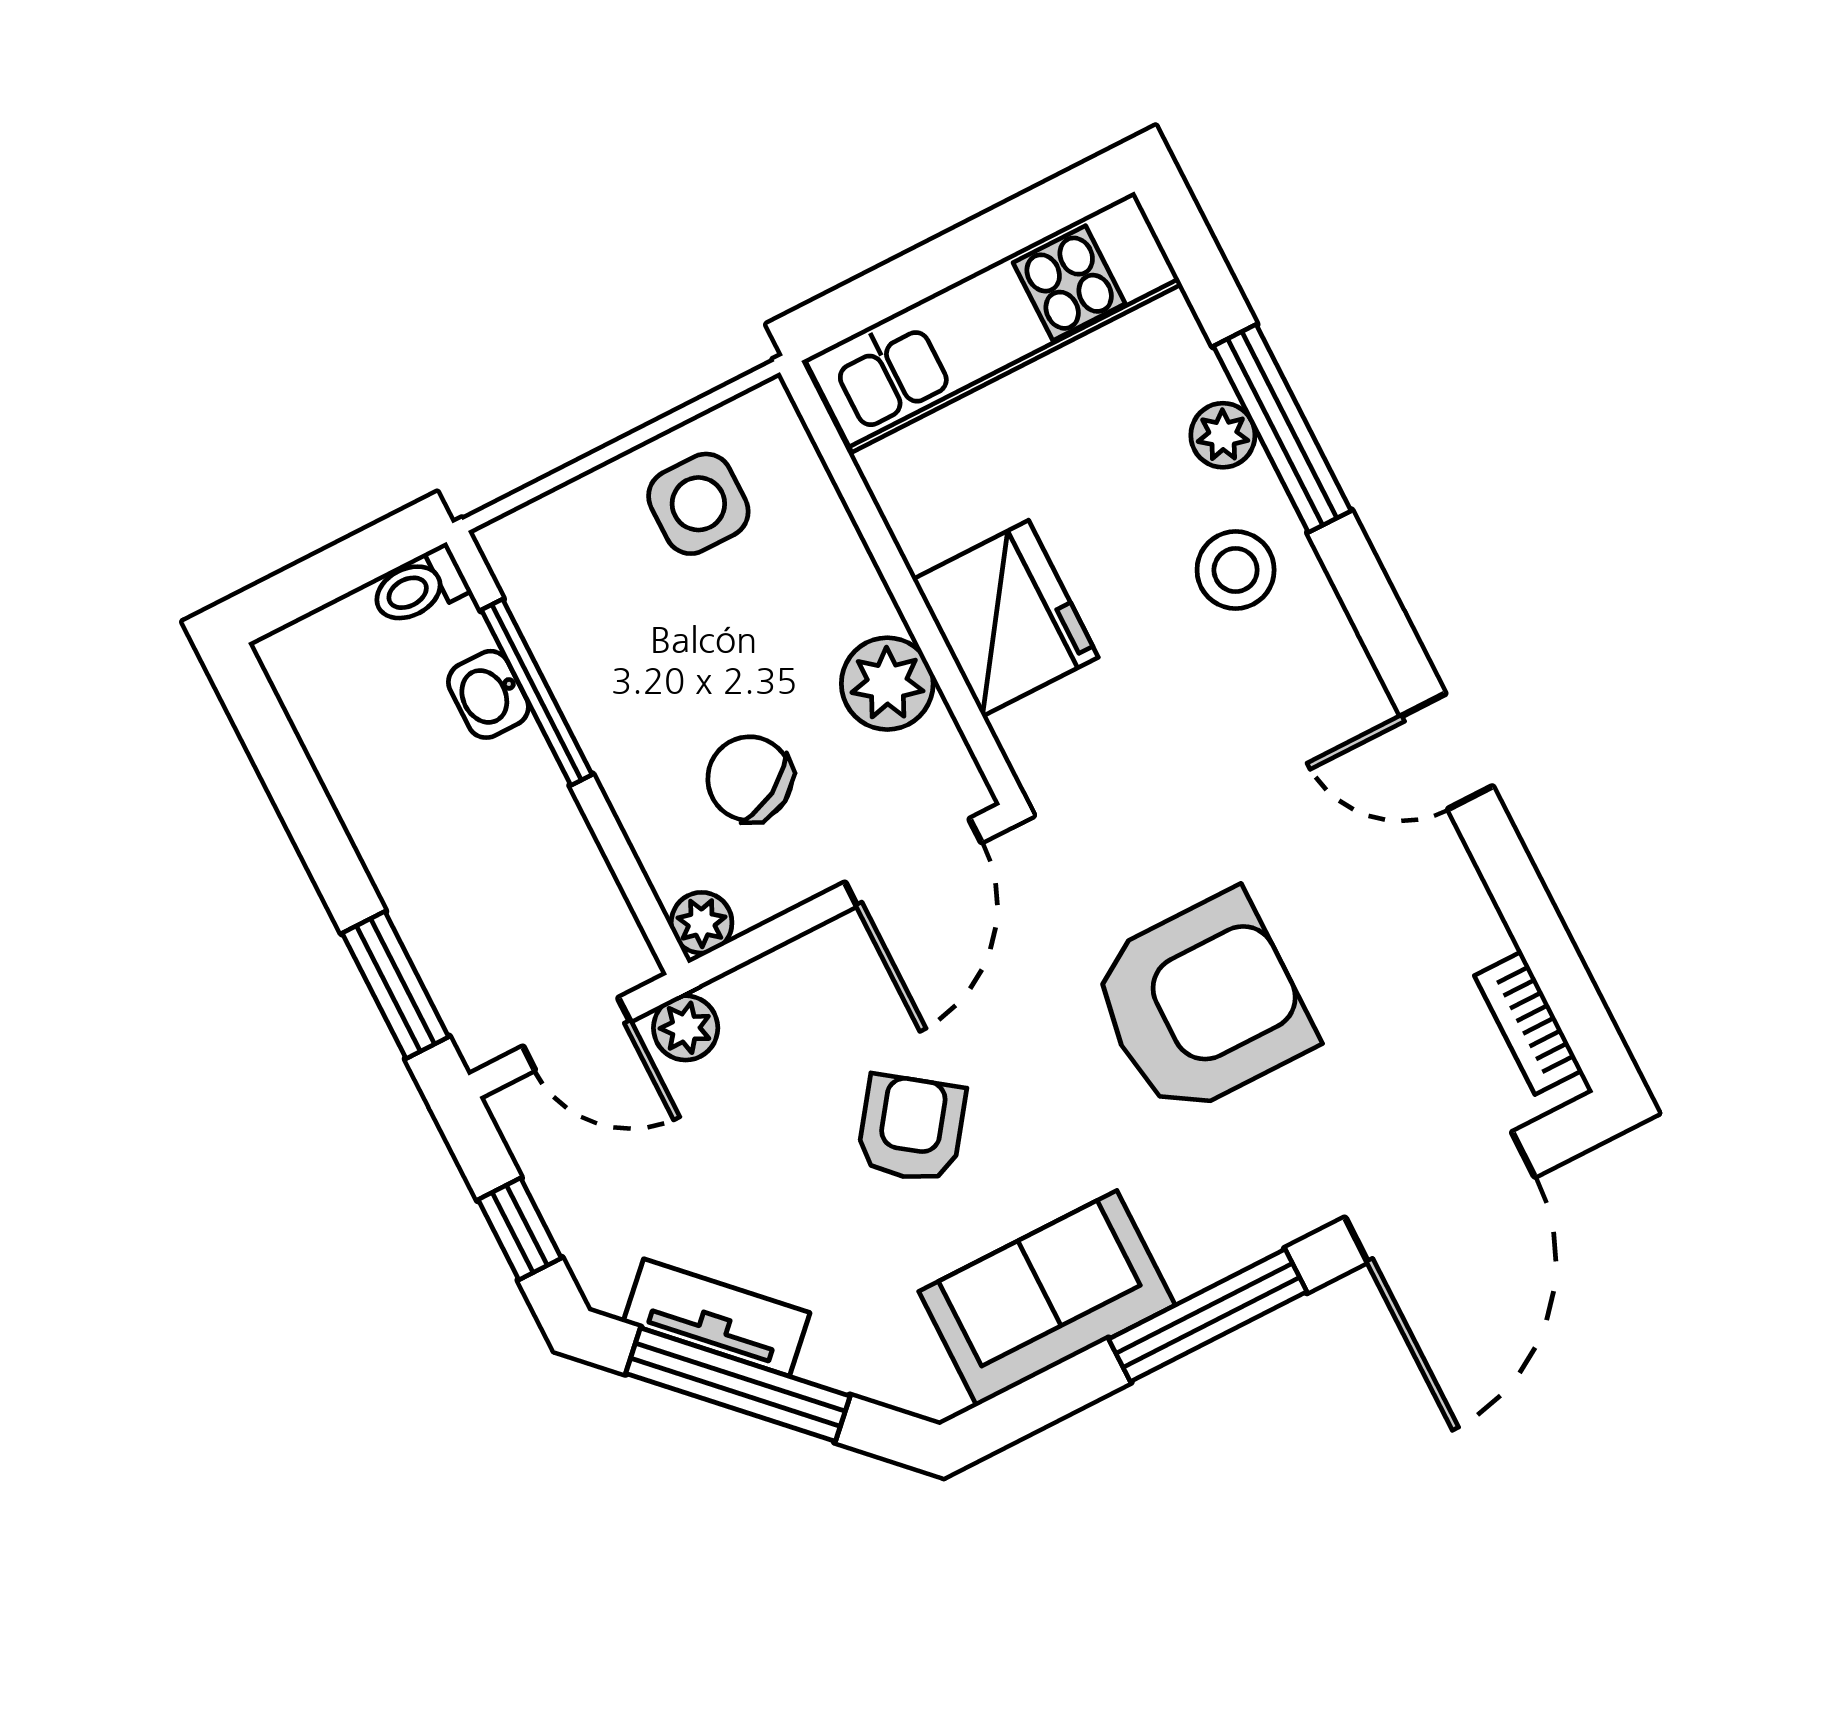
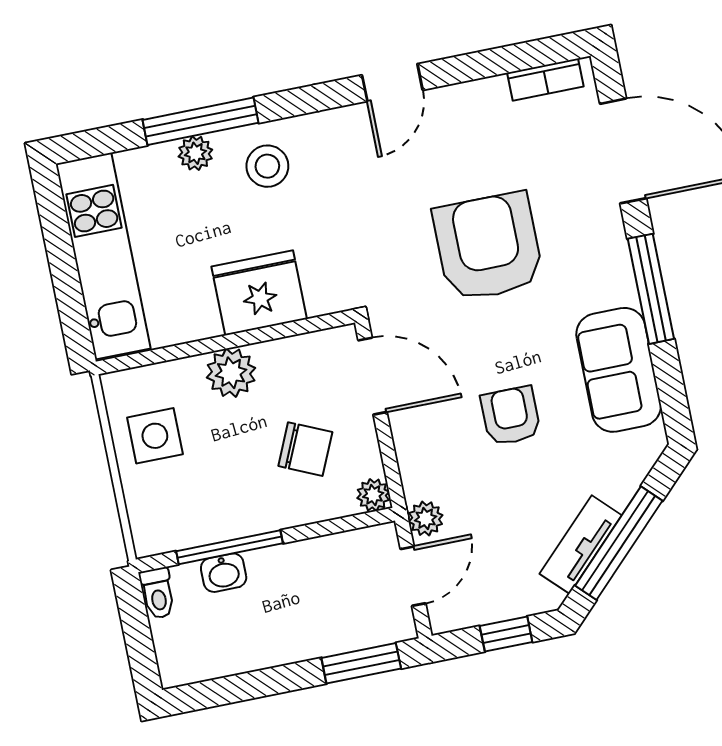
plant: (887, 684) -> (231, 373), moved
chair: (750, 779) -> (305, 449), turned -126
armchair: (911, 1128) -> (511, 416), turned 54

